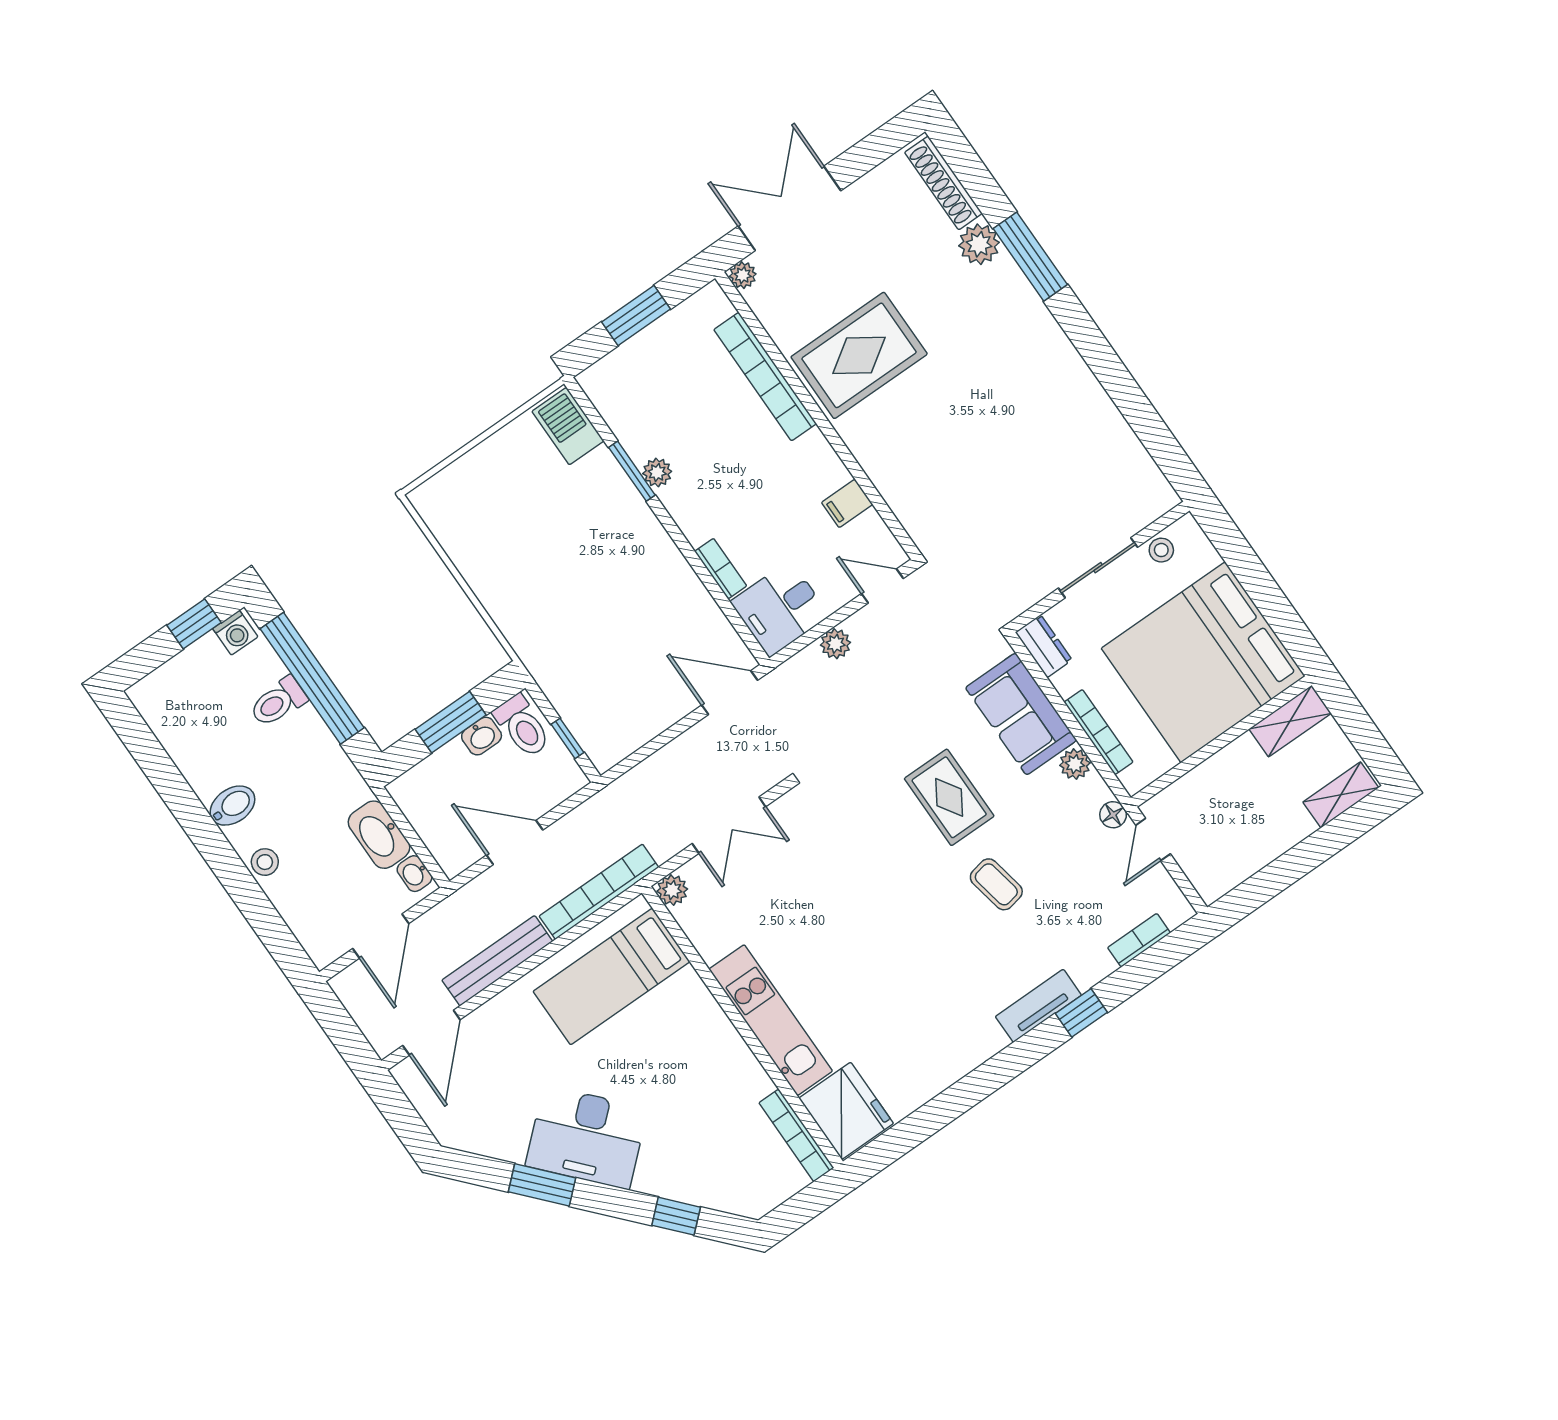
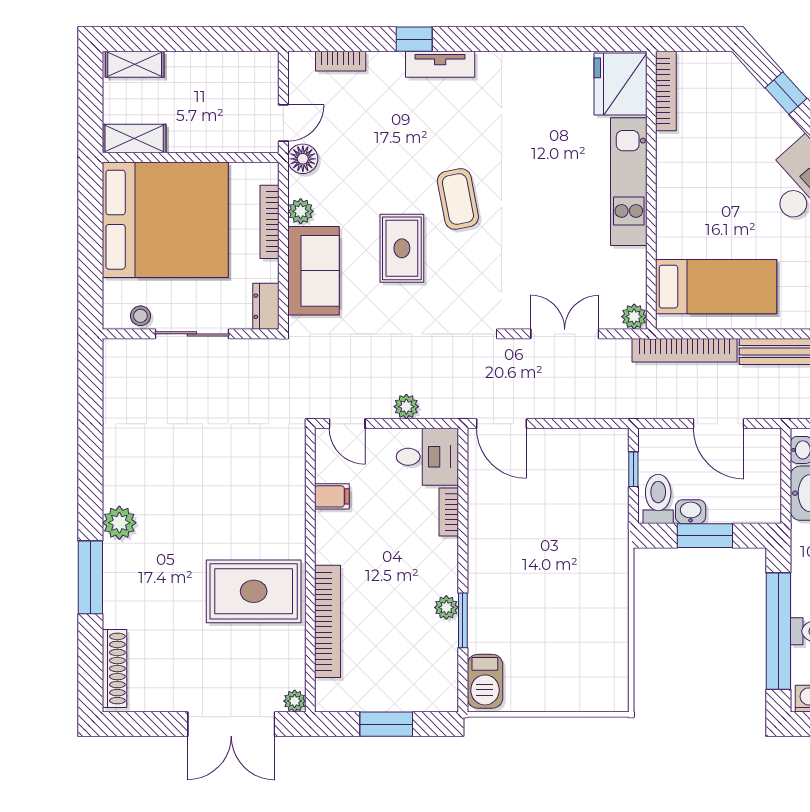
plant: (979, 244) -> (119, 523), moved
floor lamp: (1113, 815) -> (303, 159), width x1.37, depth x1.37
coffee table: (996, 884) -> (458, 199), moved, width x1.36, depth x1.30

